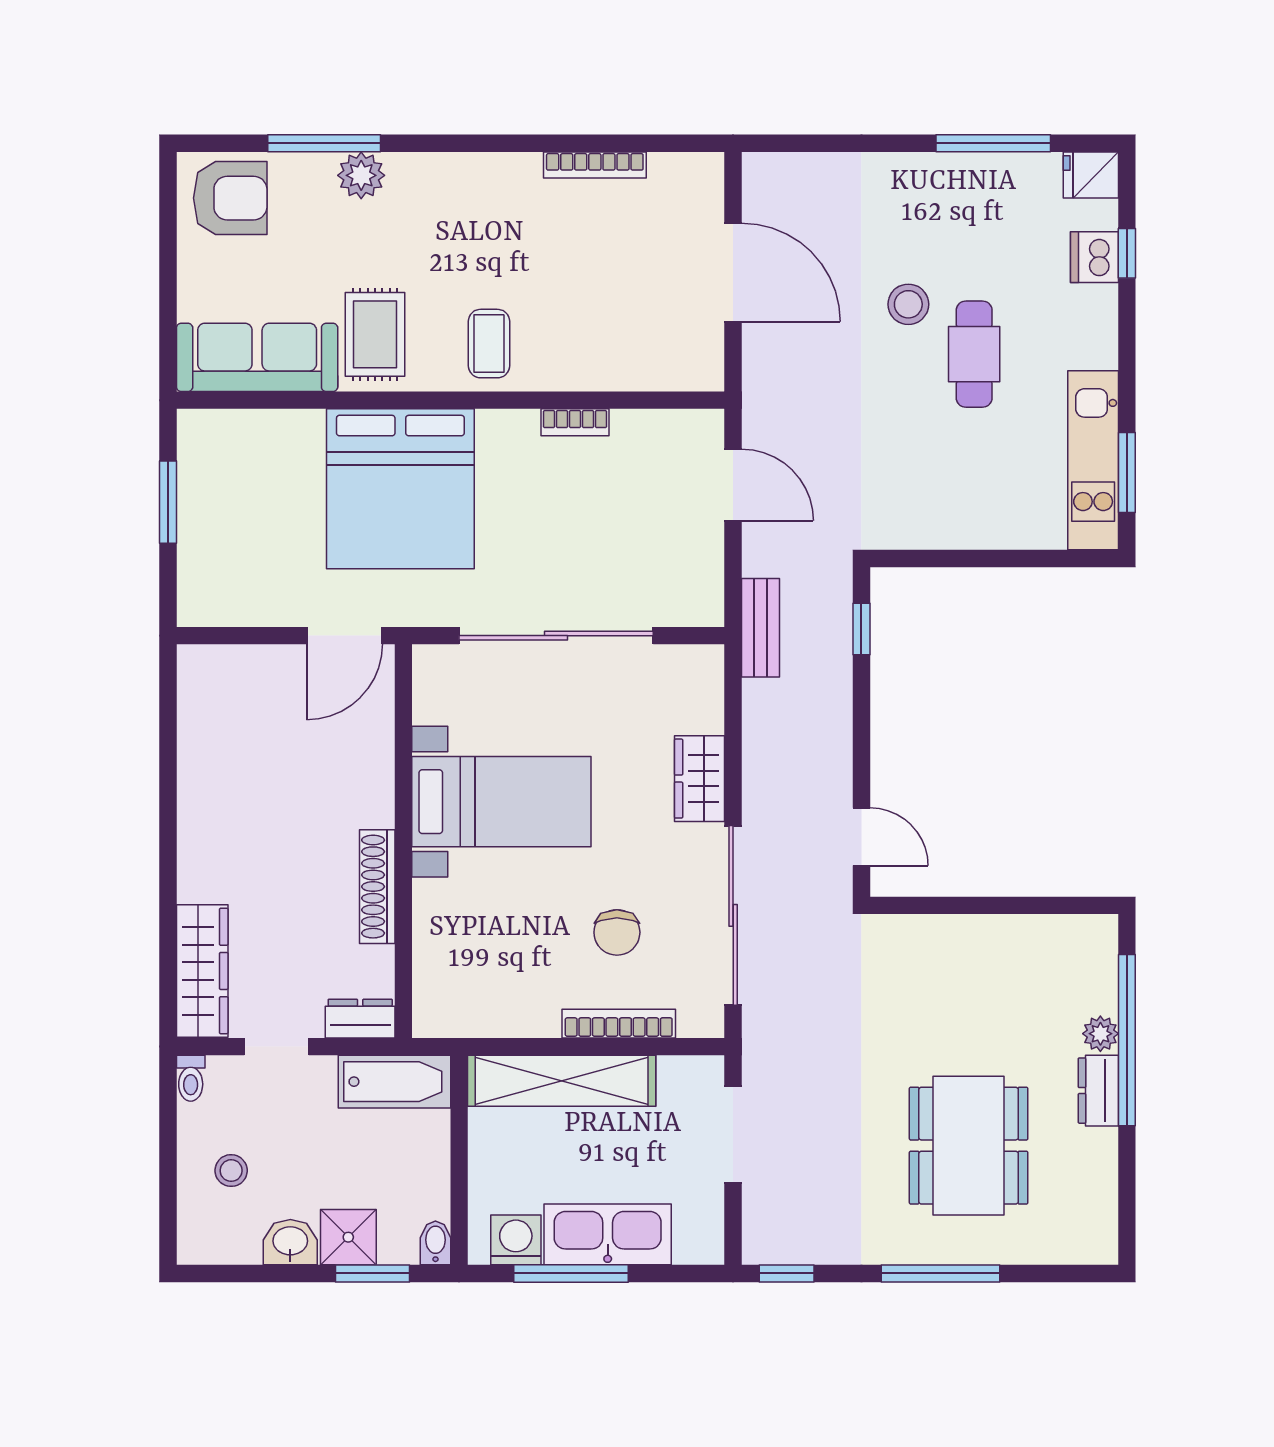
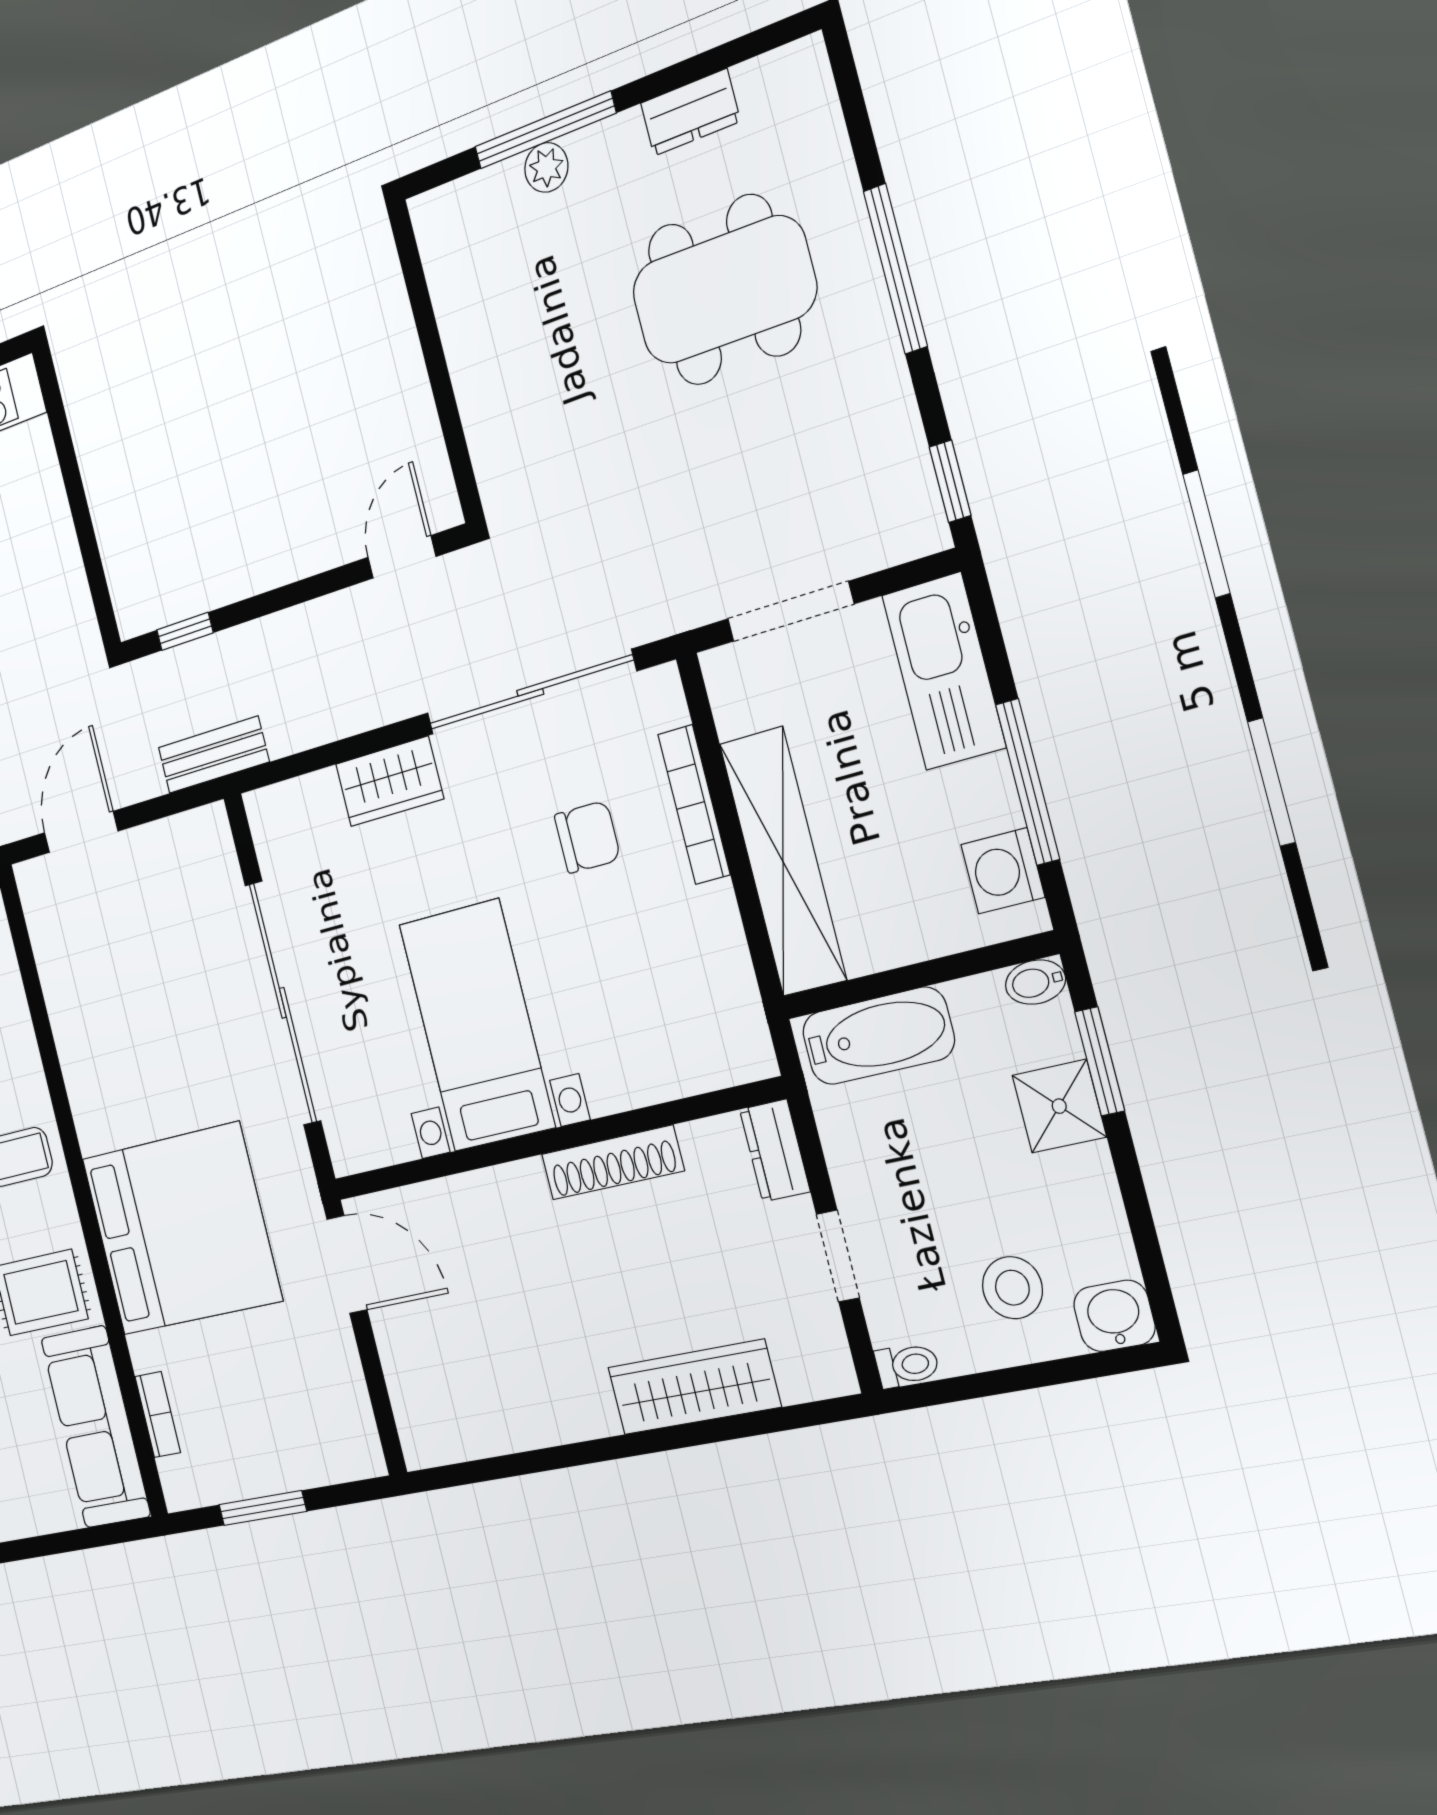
bookcase: (575, 422) -> (158, 1414), moved
wardrobe: (202, 971) -> (694, 1387), moved
window: (1127, 1040) -> (545, 130), width x0.68
bathtub: (394, 1082) -> (878, 1036), moved, turned 90
dresser: (1098, 1091) -> (690, 112), moved
stool: (231, 1171) -> (1012, 1288), width x1.37, depth x1.37
kitchen sink: (608, 1234) -> (944, 671), moved
washbasin: (290, 1242) -> (1114, 1316), moved, turned 90

